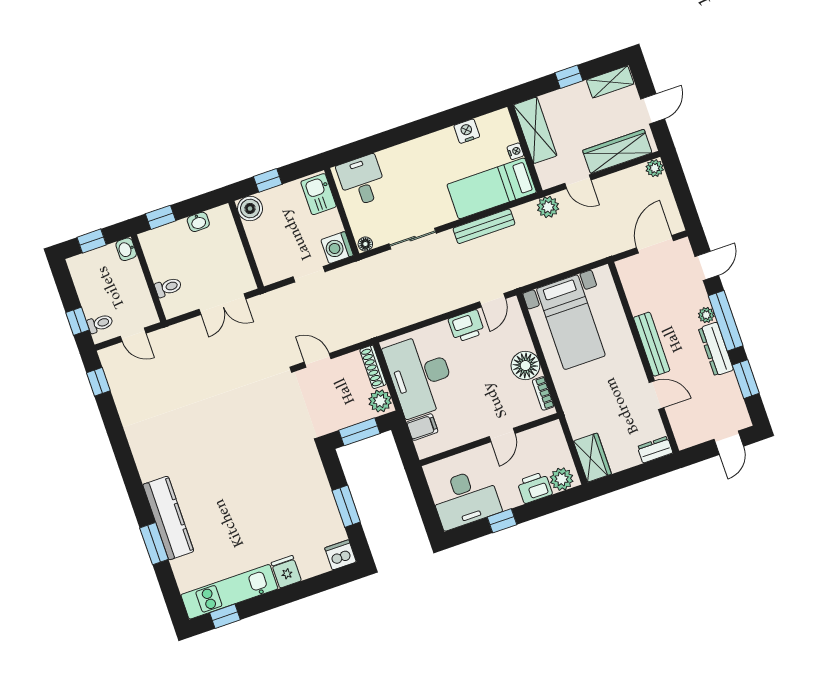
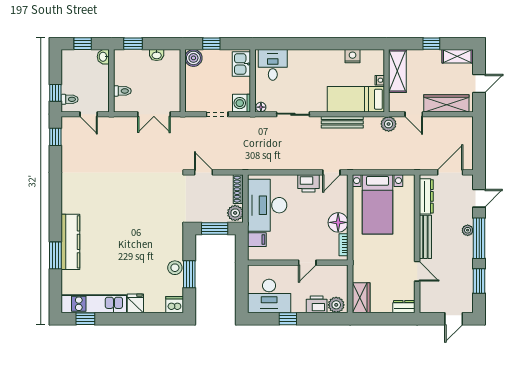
plant: (655, 168) -> (467, 123), removed
dresser: (716, 349) -> (426, 196), moved, turned 180
stool: (323, 504) -> (175, 268), added

